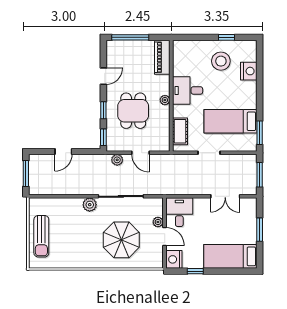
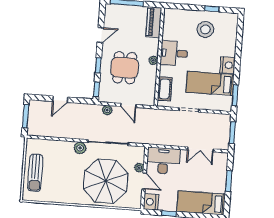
nightstand: (249, 71) -> (228, 65), moved
desk: (179, 212) -> (163, 161), width x1.37
parasol: (121, 240) -> (106, 181), width x1.36, depth x1.36

